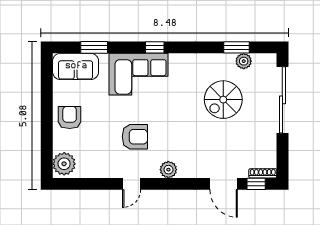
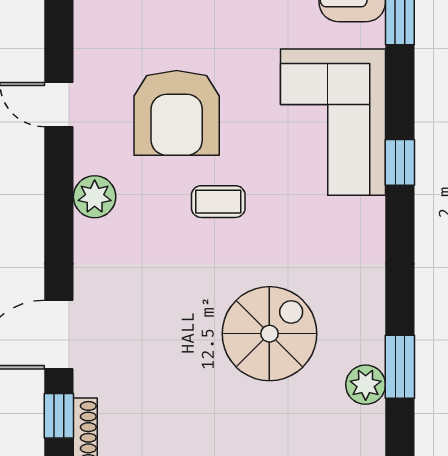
spiral stairs: (223, 100) -> (269, 334), turned 90
coffee table: (170, 120) -> (218, 202), added
armchair: (135, 137) -> (177, 113), width x1.36, depth x1.36

